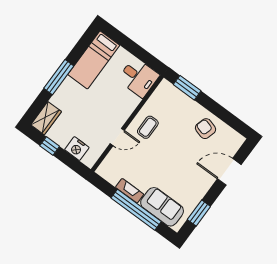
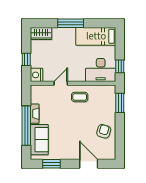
window: (147, 58) -> (120, 66), added
desk: (138, 77) -> (101, 70), width x1.37
door: (117, 137) -> (61, 83), swing flipped
window: (50, 146) -> (26, 59), moved
nightstand: (77, 149) -> (37, 75), moved

